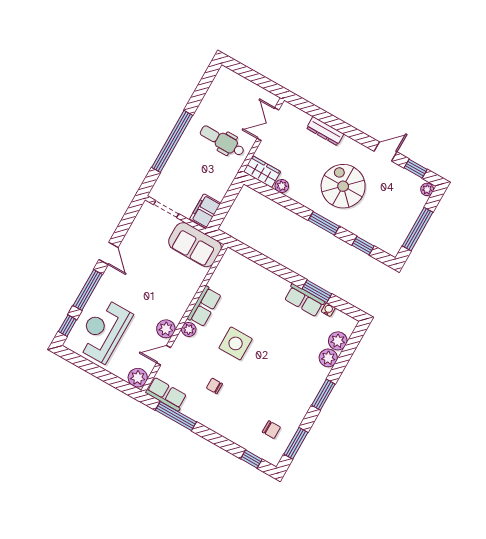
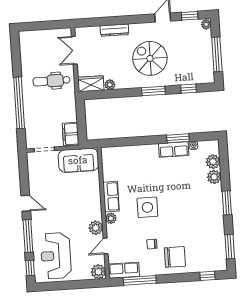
chair: (271, 430) -> (175, 257), moved, width x1.87, depth x1.87

